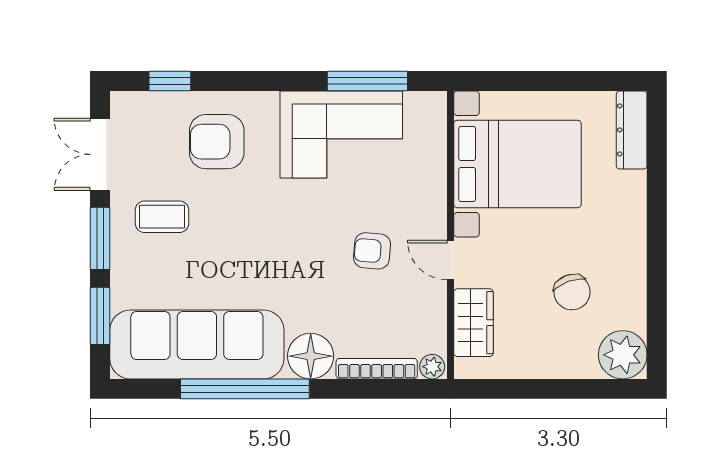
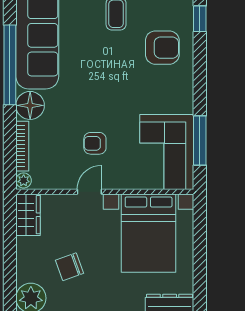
corner sofa: (341, 134) -> (167, 152), moved
armchair: (217, 142) -> (162, 48), turned 90
armchair: (372, 251) -> (95, 143), turned -95
wardrobe: (473, 323) -> (28, 215), moved, turned -90

